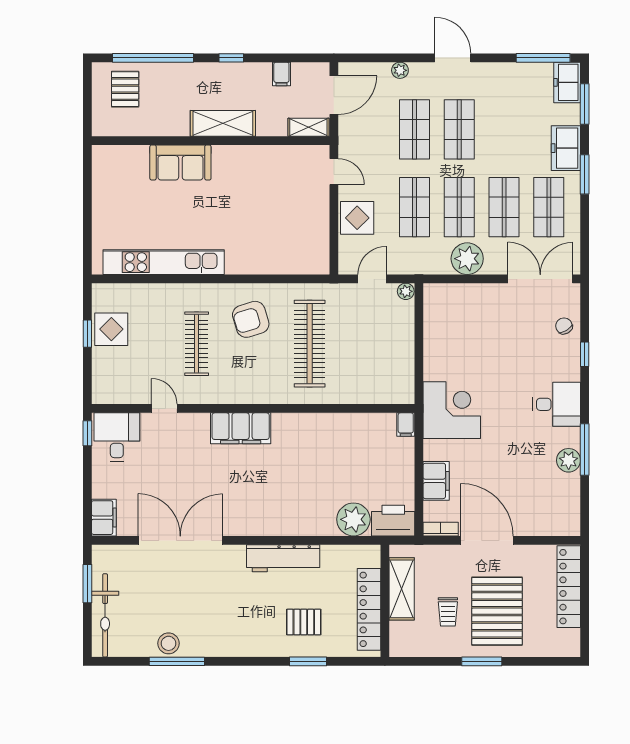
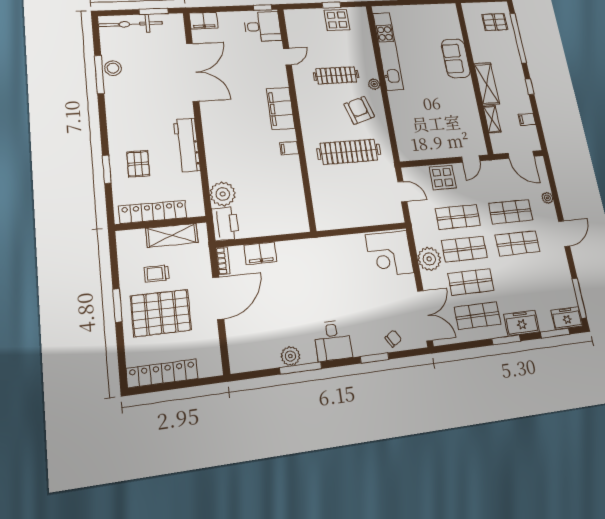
shelving: (308, 127) -> (492, 119), moved
plant: (406, 291) -> (374, 84), moved
window: (585, 354) -> (375, 358), width x1.50
corner desk: (452, 410) -> (389, 254), moved, turned 90
filing cabinet: (406, 425) -> (289, 148), moved
locker: (569, 587) -> (162, 373), moved

